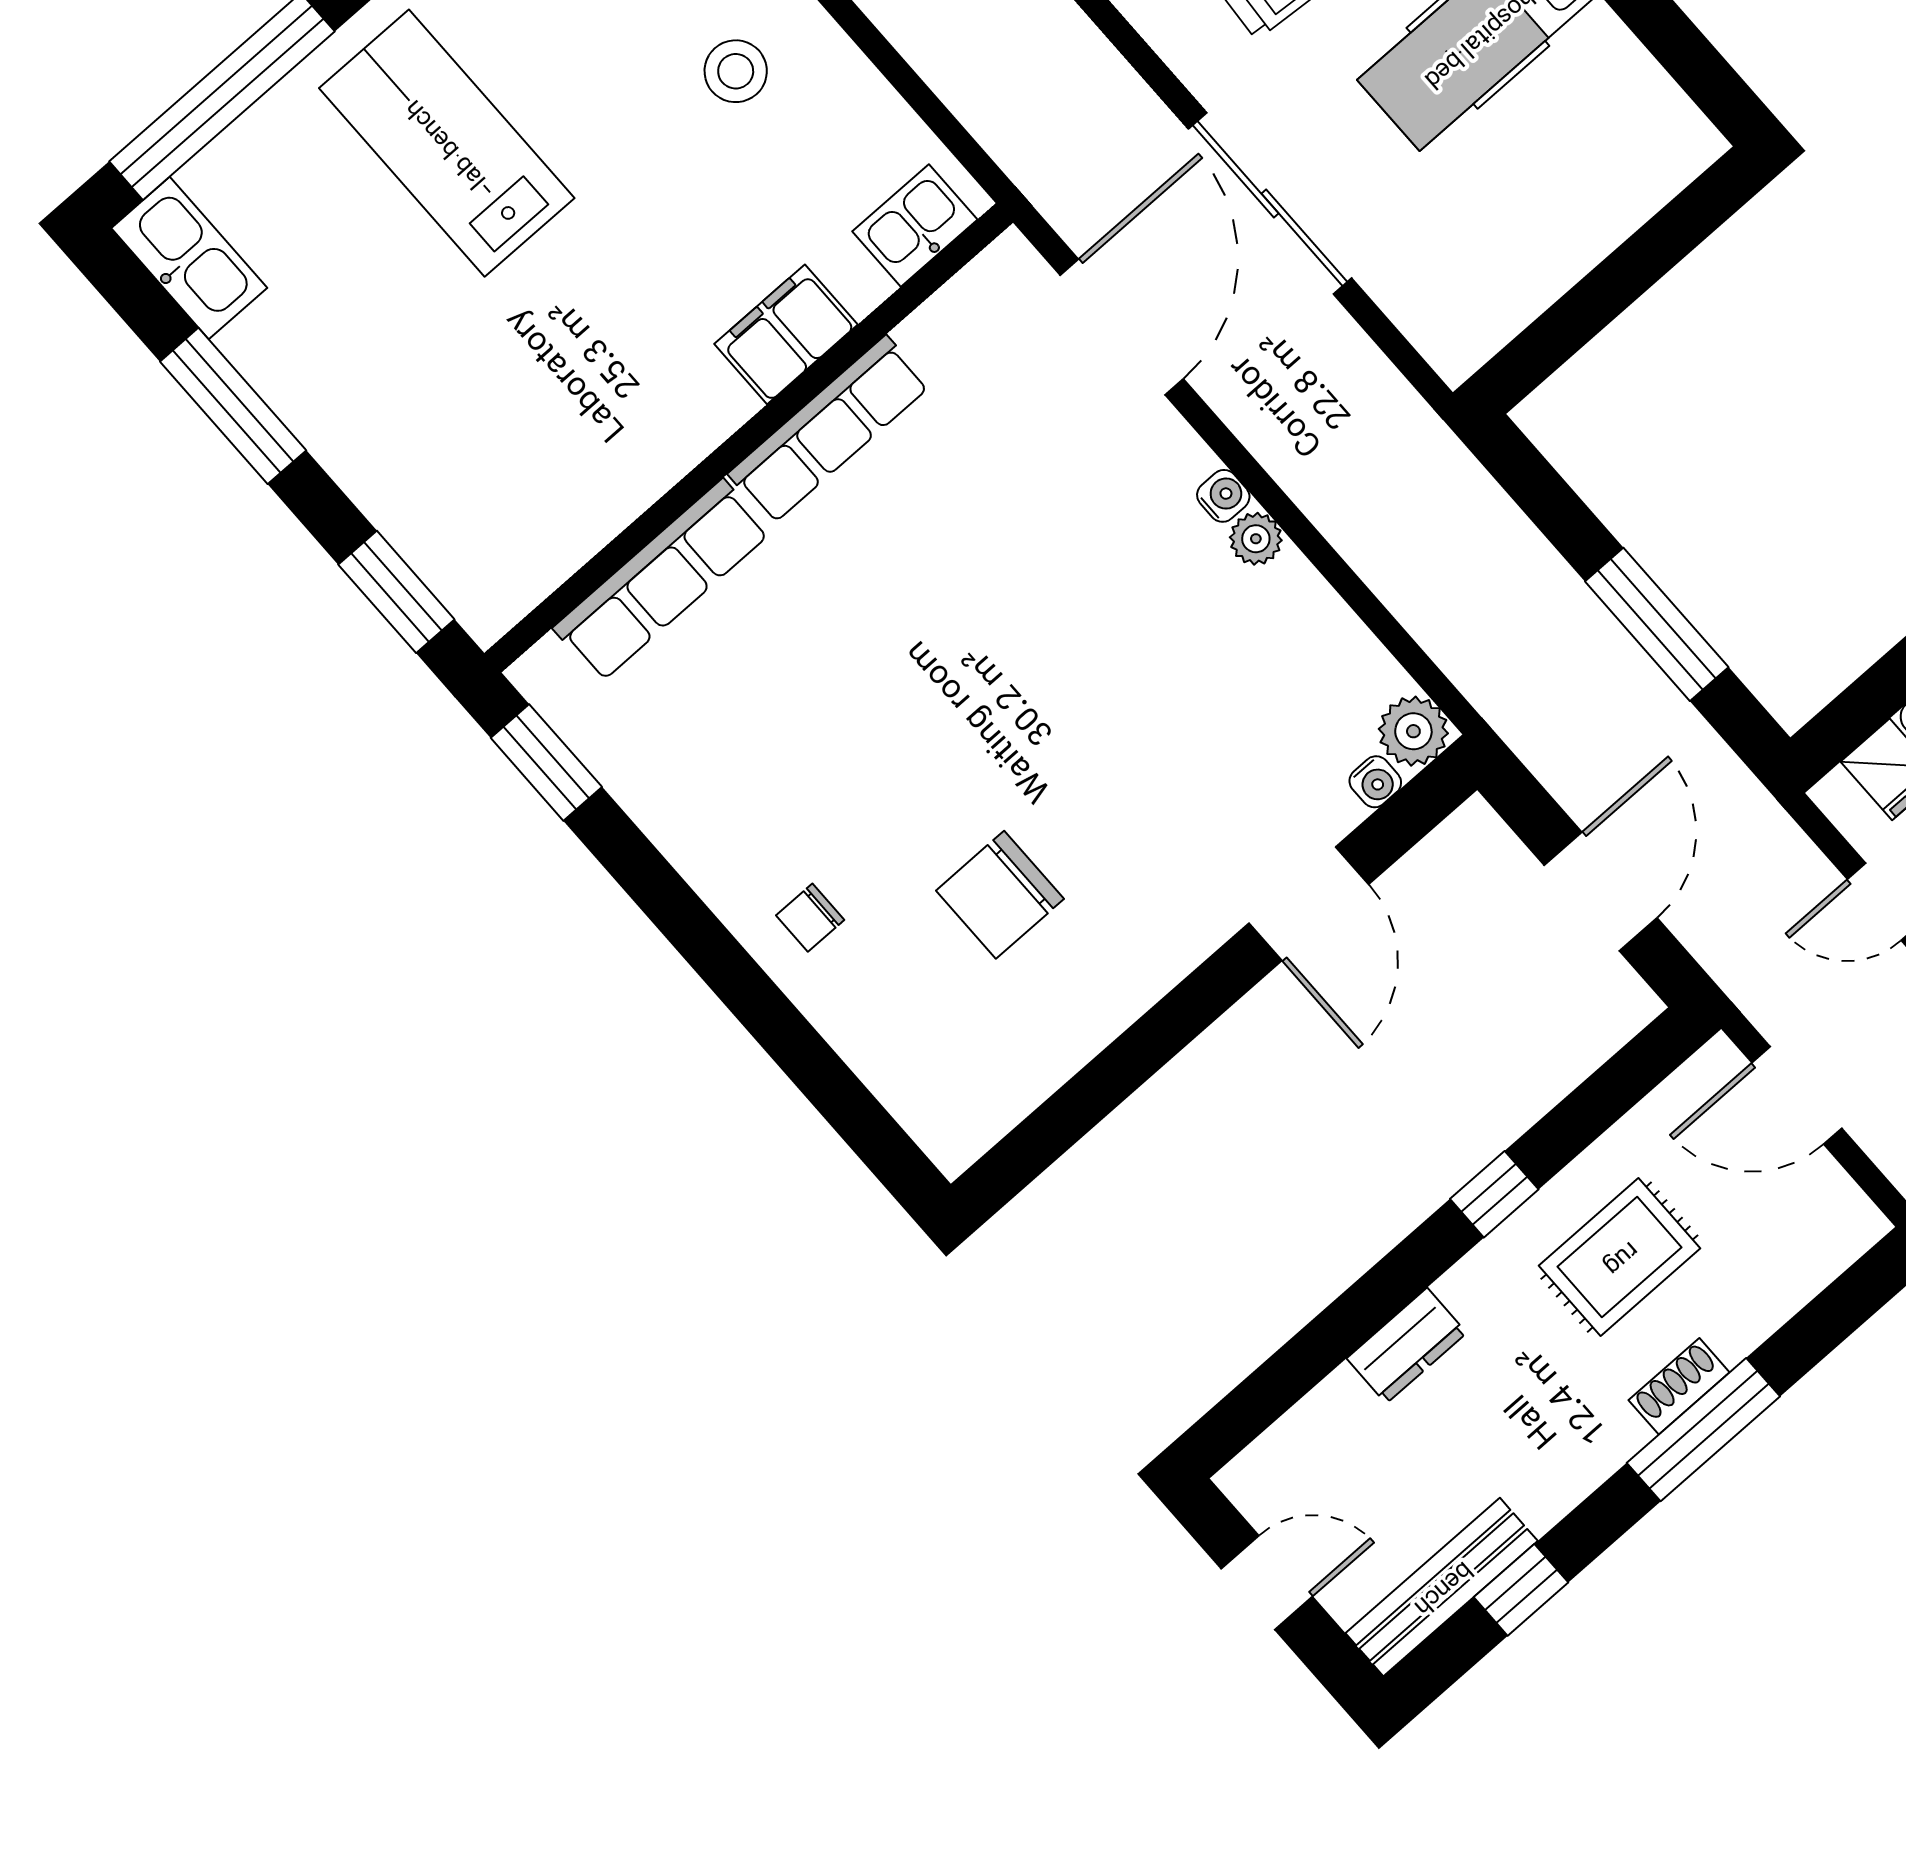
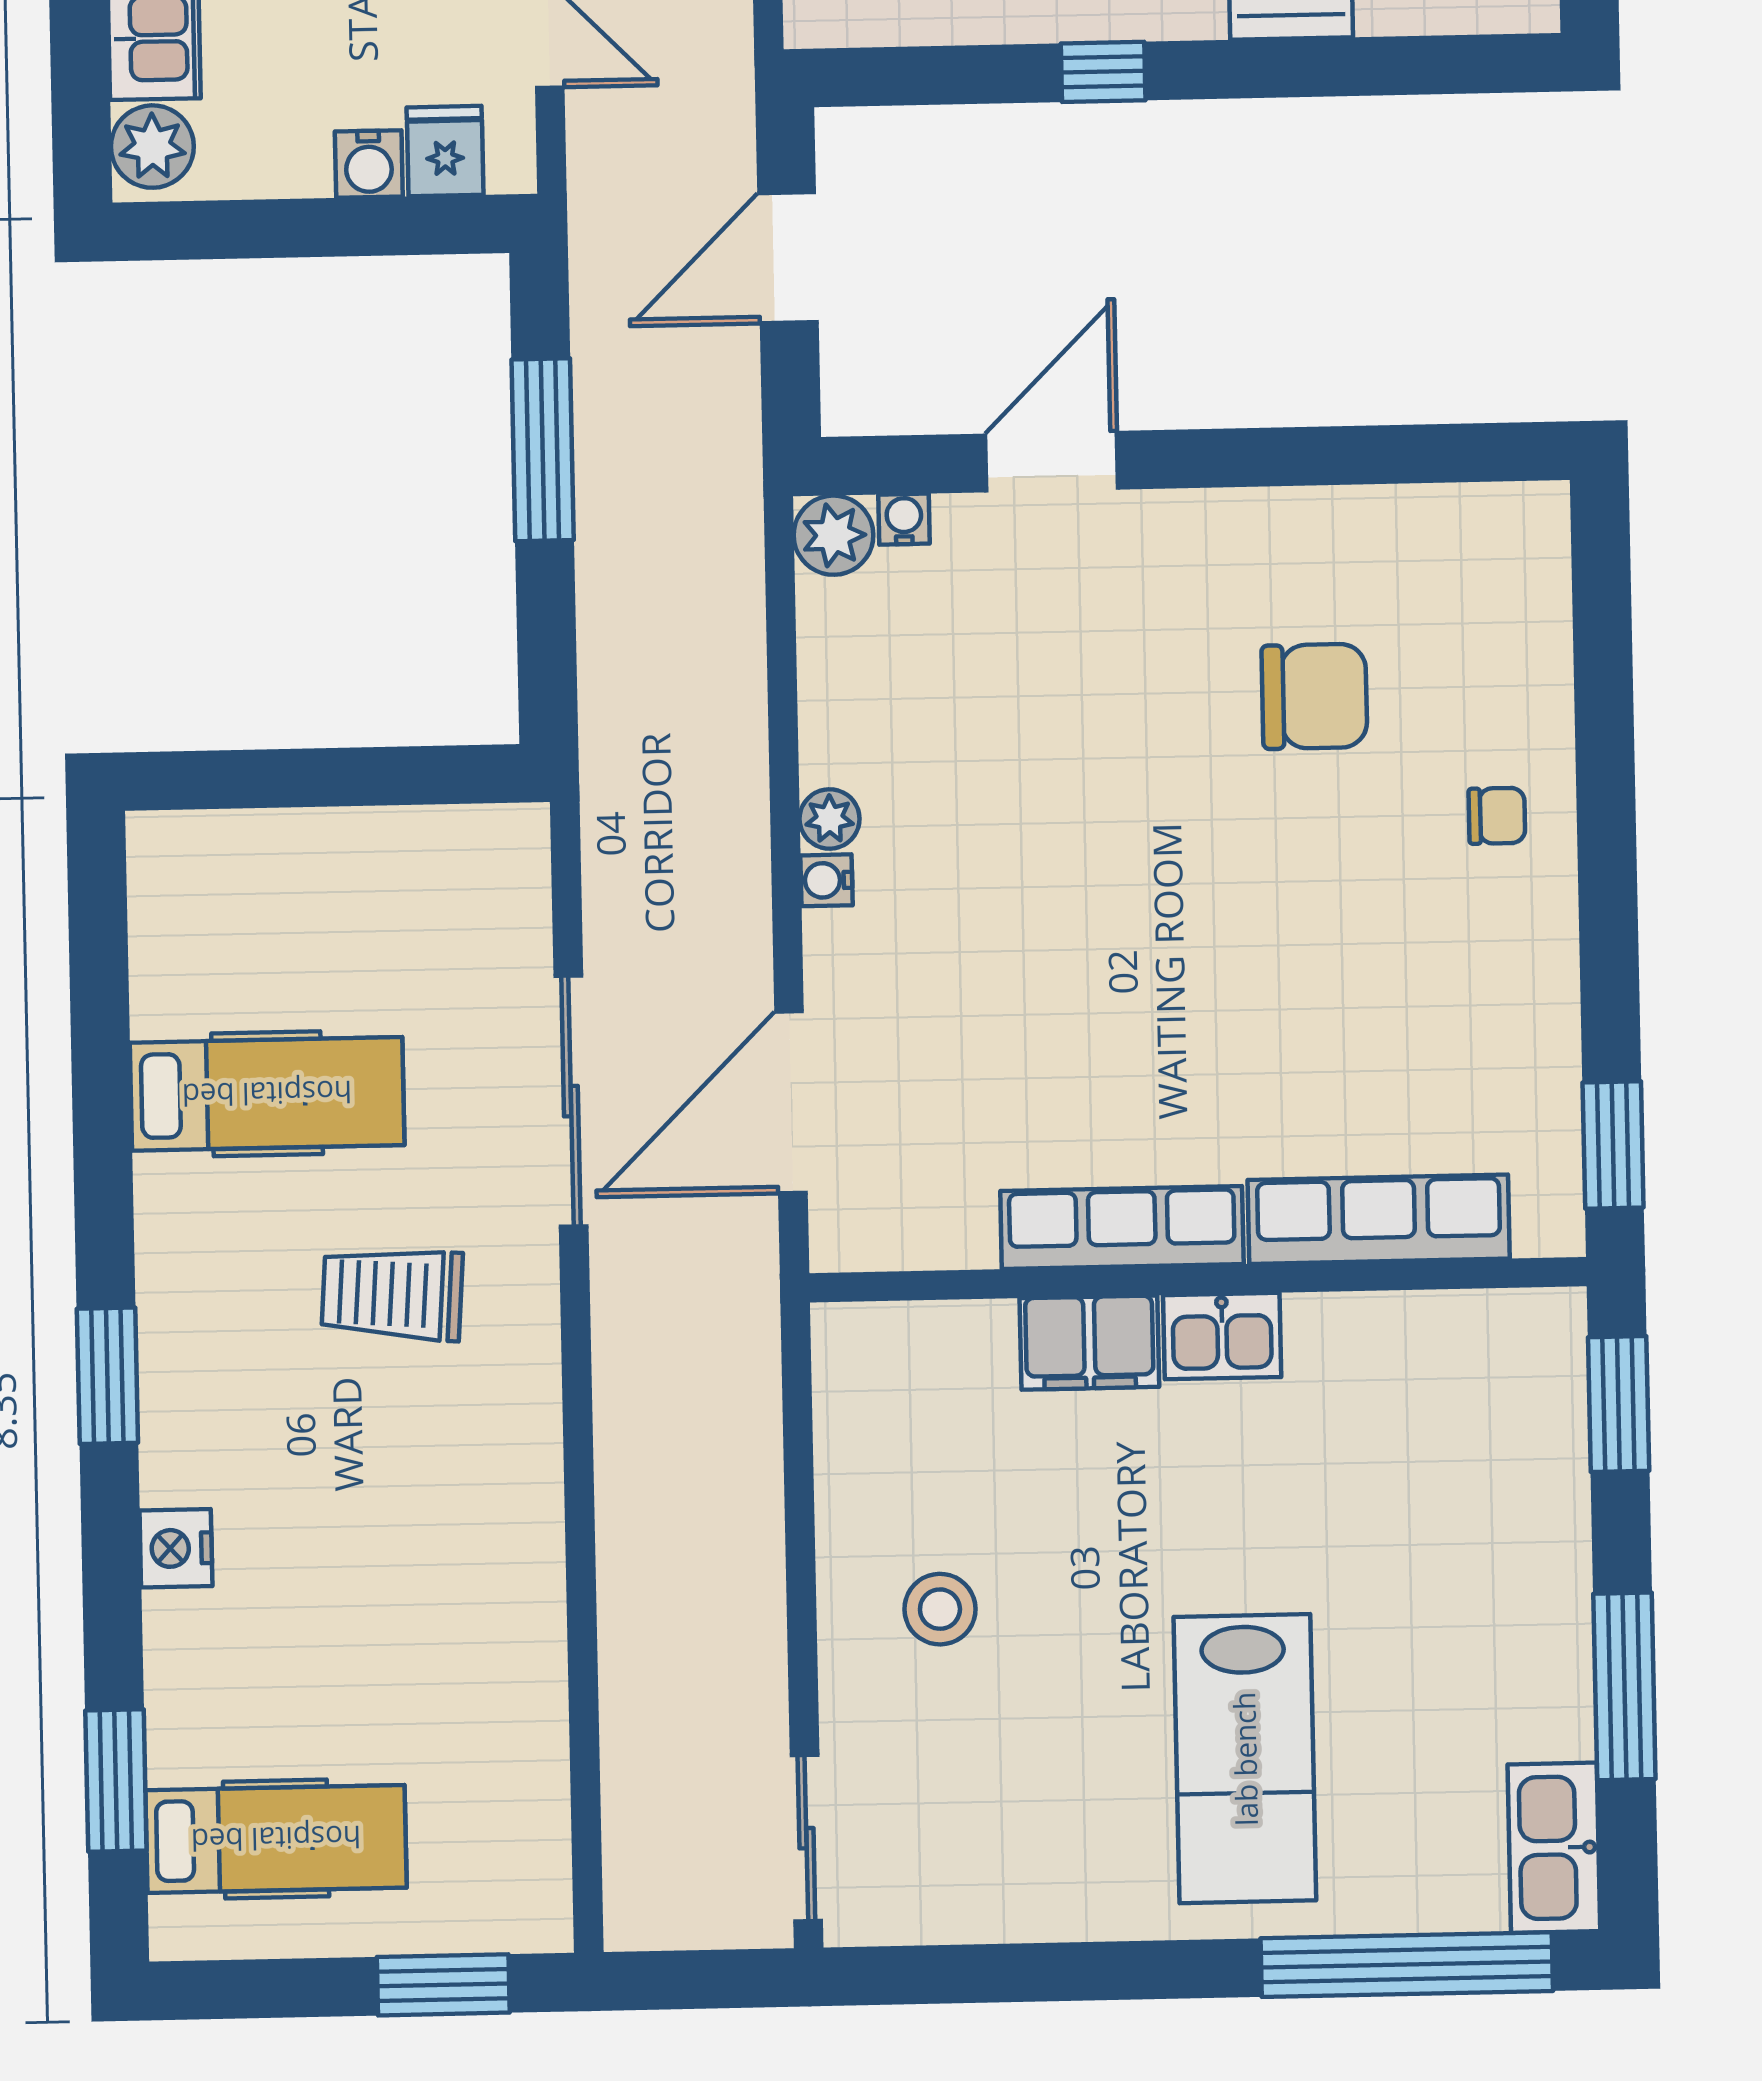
kitchen sink: (915, 225) -> (1222, 1336), moved

